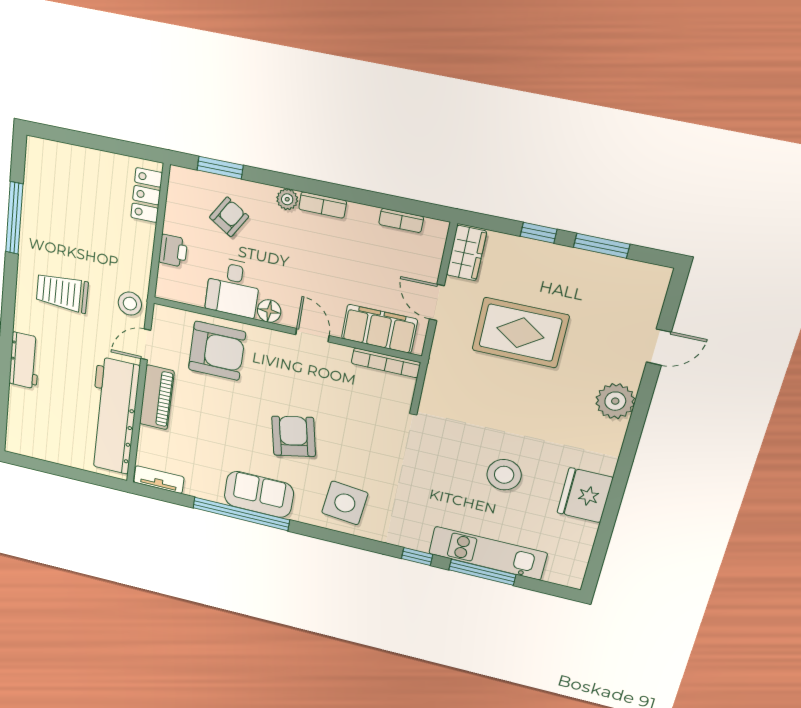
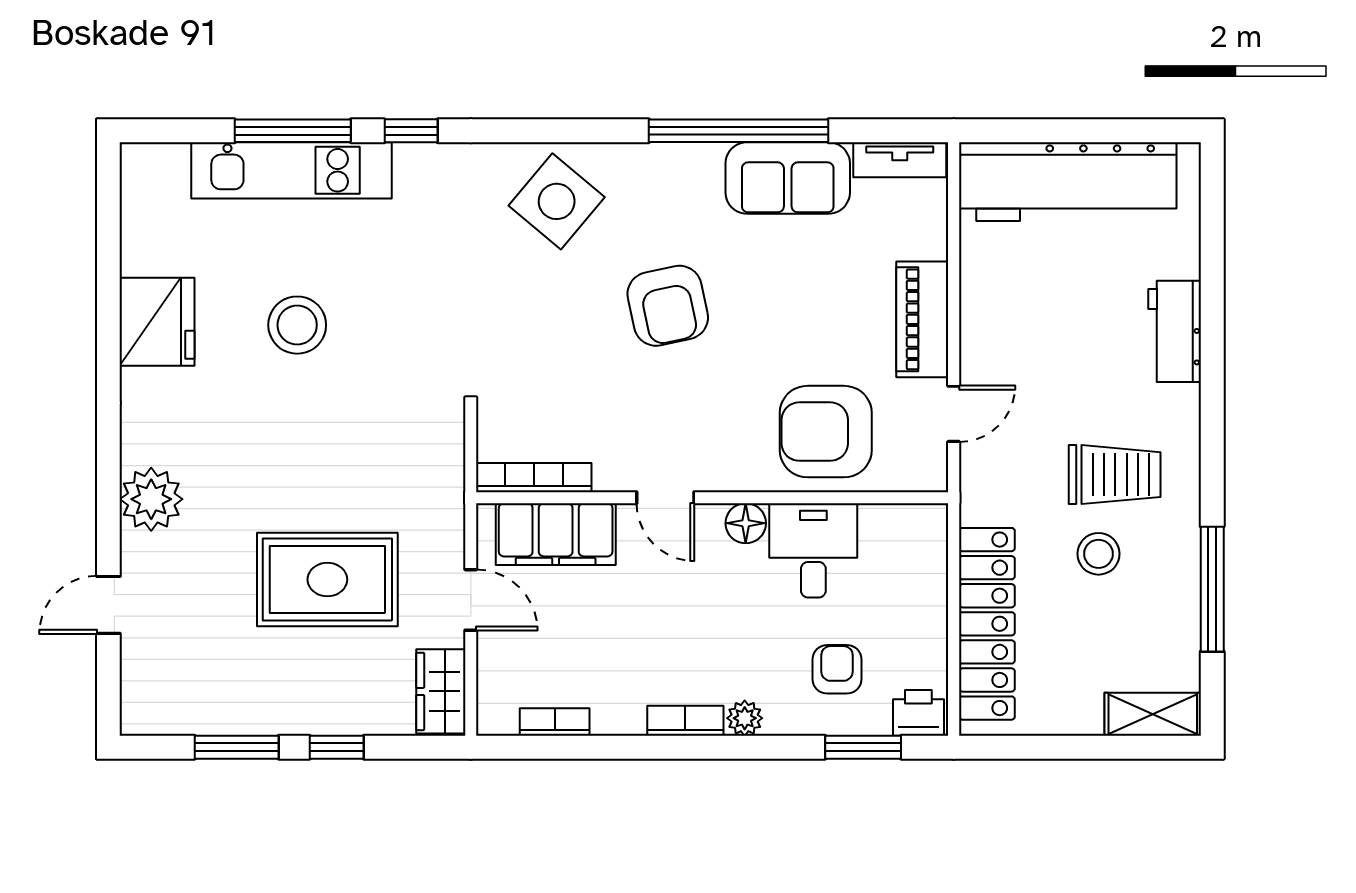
shelving: (52, 153) -> (1153, 714), added
locker: (146, 195) -> (987, 624), width x2.16, depth x1.21
armchair: (229, 217) -> (837, 669), turned 148
printer: (173, 251) -> (918, 713), moved, turned 90
stool: (130, 304) -> (1098, 554), moved
workbench: (113, 416) -> (1068, 182), moved, turned 90
sofa: (259, 494) -> (788, 178), moved
side table: (345, 503) -> (557, 201), turned 34

